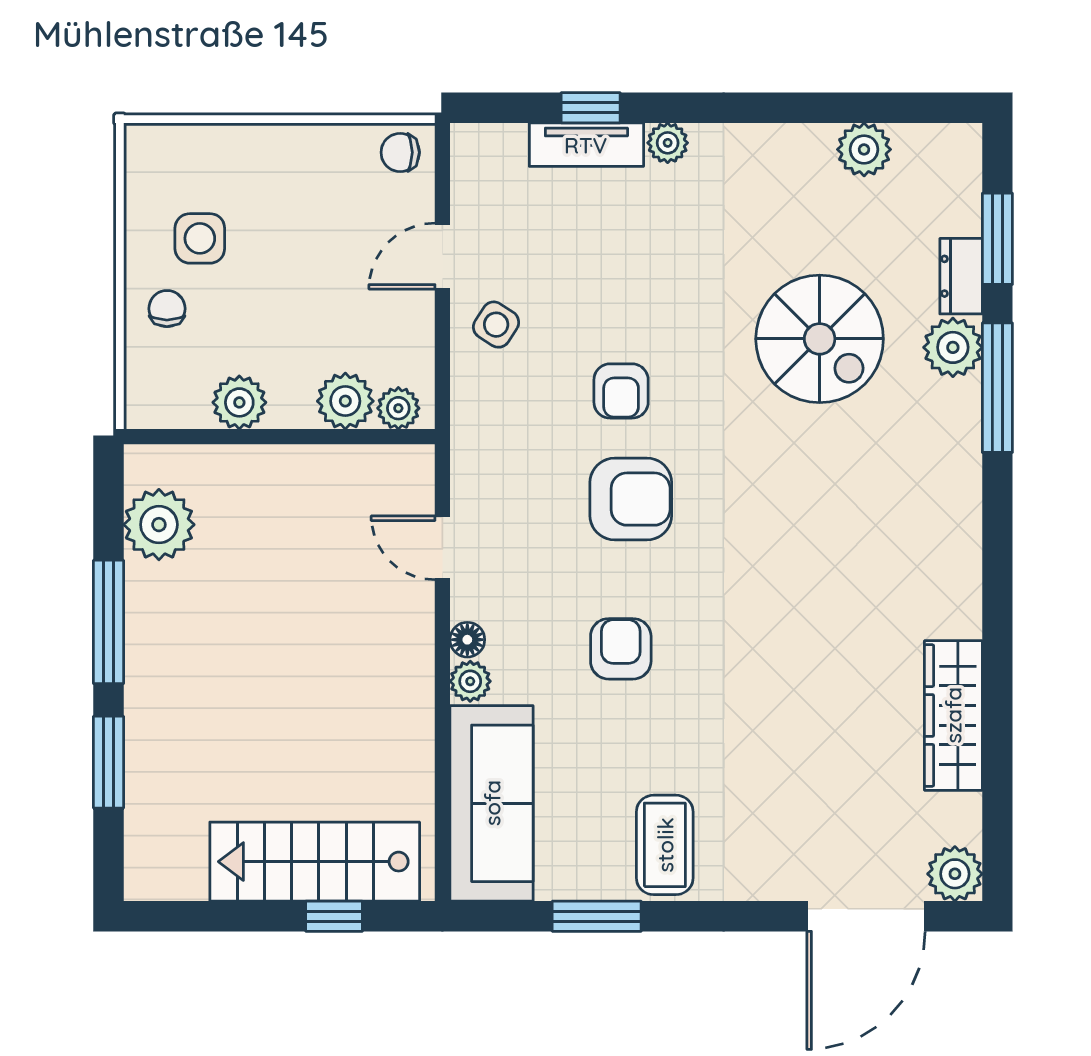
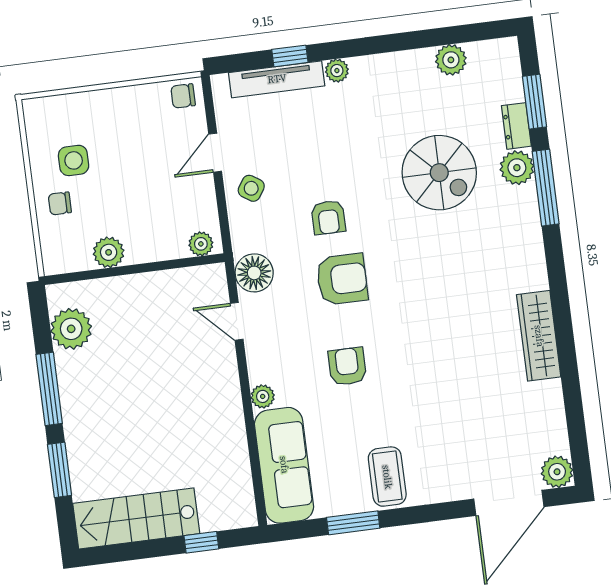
tv unit: (586, 145) -> (277, 79), width x1.41
chair: (167, 309) -> (60, 203), turned -90
plant: (345, 401) -> (170, 244), removed
floor lamp: (467, 640) -> (254, 273), moved, width x1.89, depth x1.89
wardrobe: (953, 715) -> (539, 336), moved
stairs: (315, 862) -> (136, 519), moved

